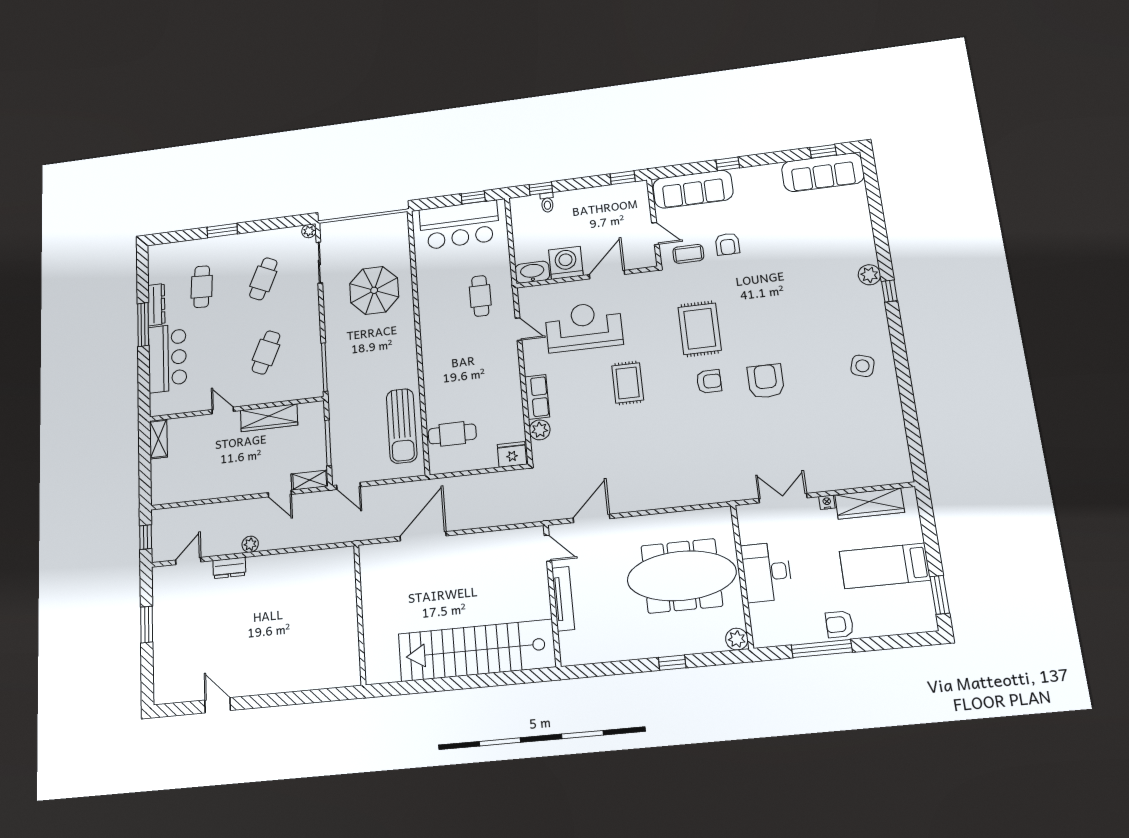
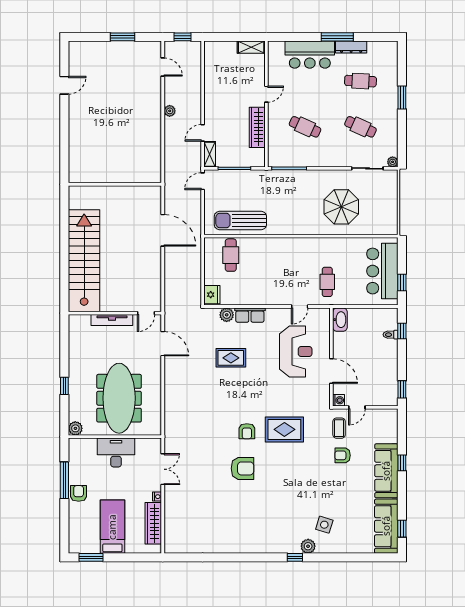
sofa: (693, 189) -> (386, 471), moved
washing machine: (566, 263) -> (339, 400), moved, width x0.53, depth x0.53
cafe table: (480, 296) -> (327, 282), turned 90
side table: (862, 366) -> (324, 525), moved
rug: (628, 383) -> (231, 358), moved
dresser: (229, 568) -> (155, 96), removed

